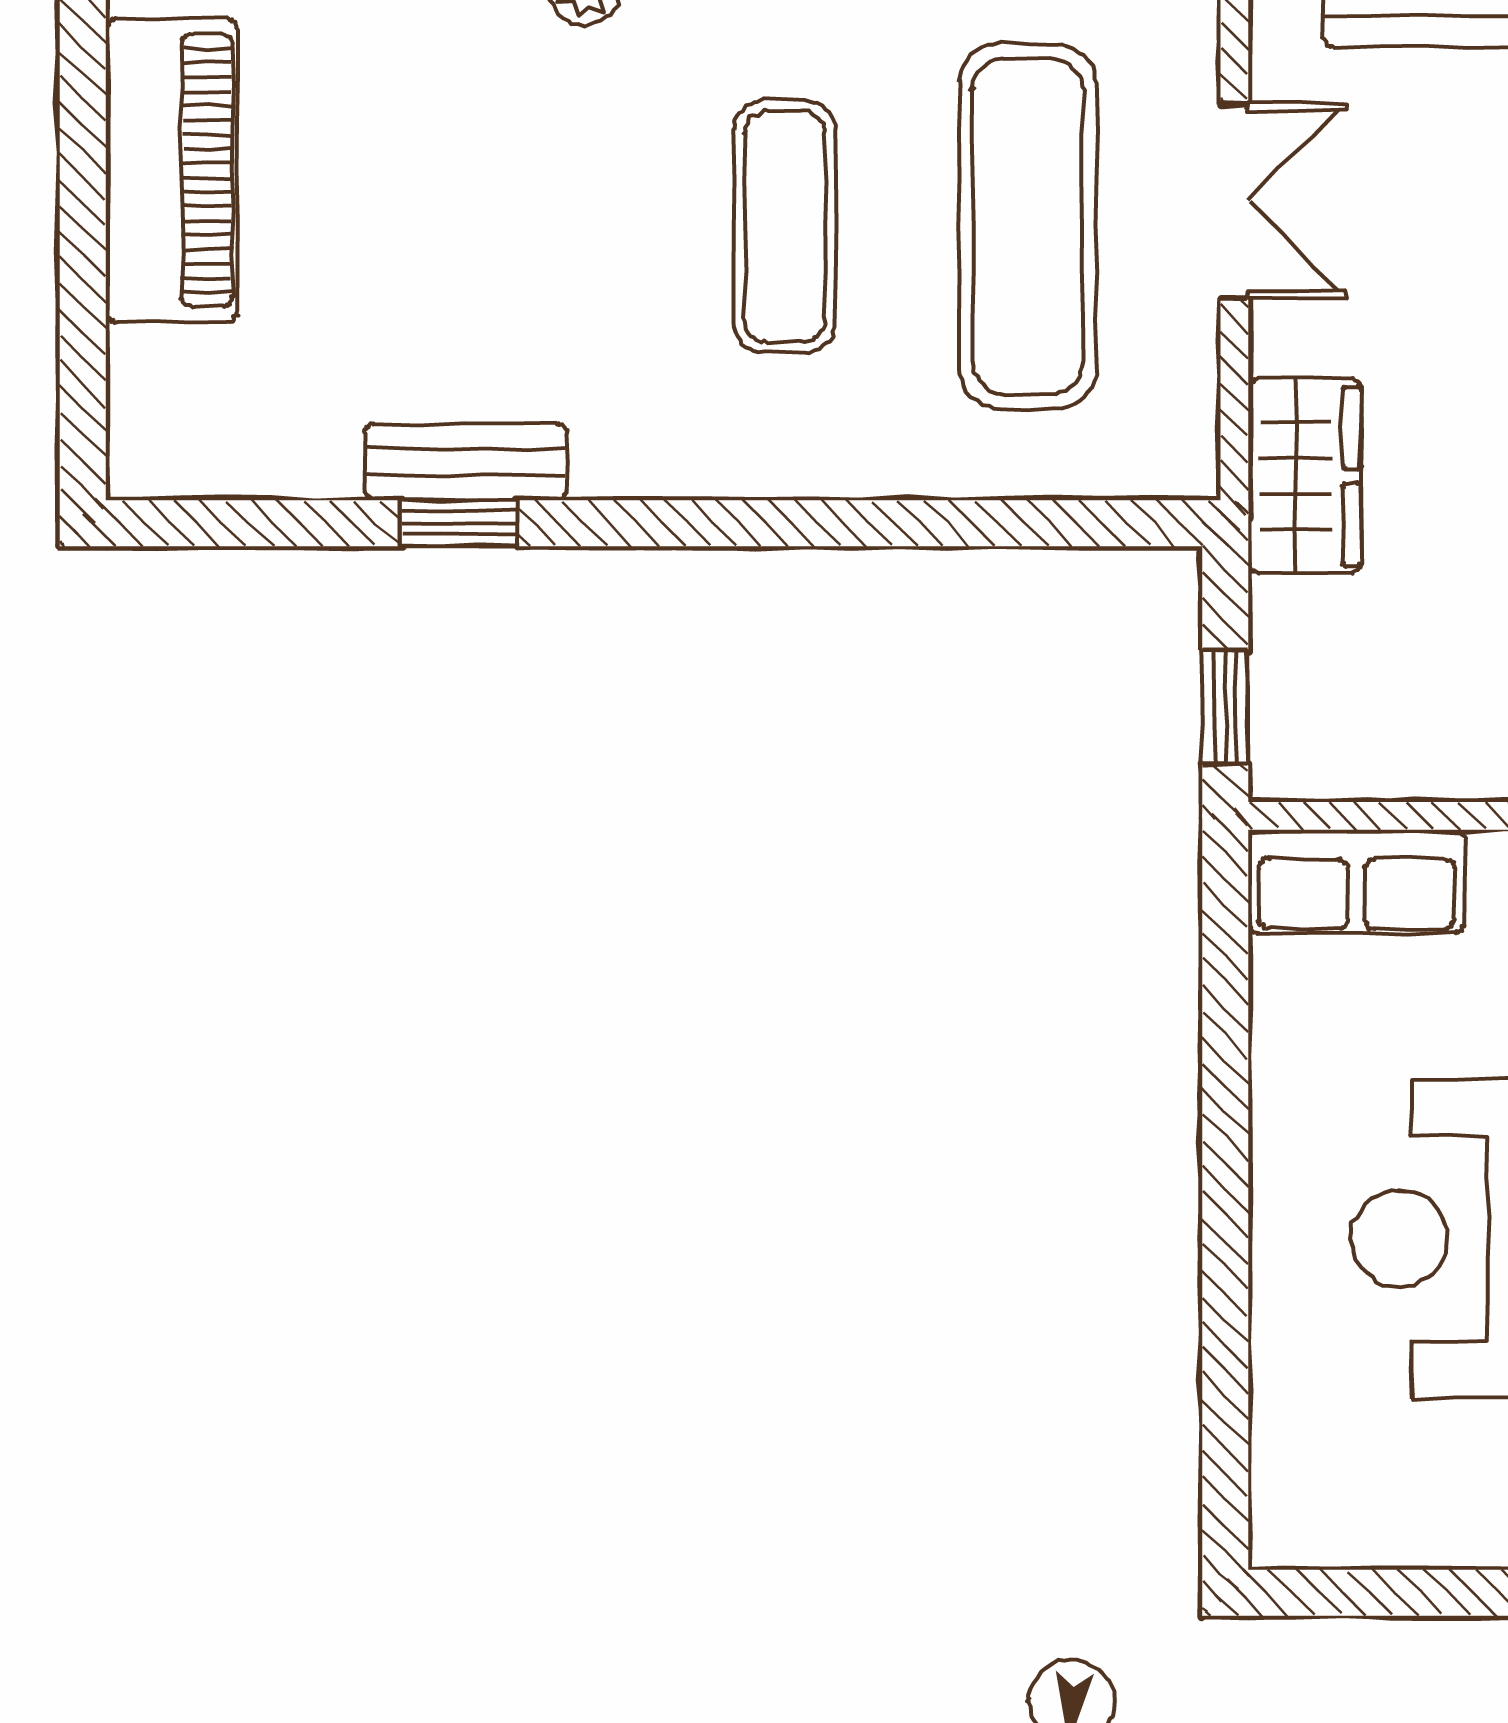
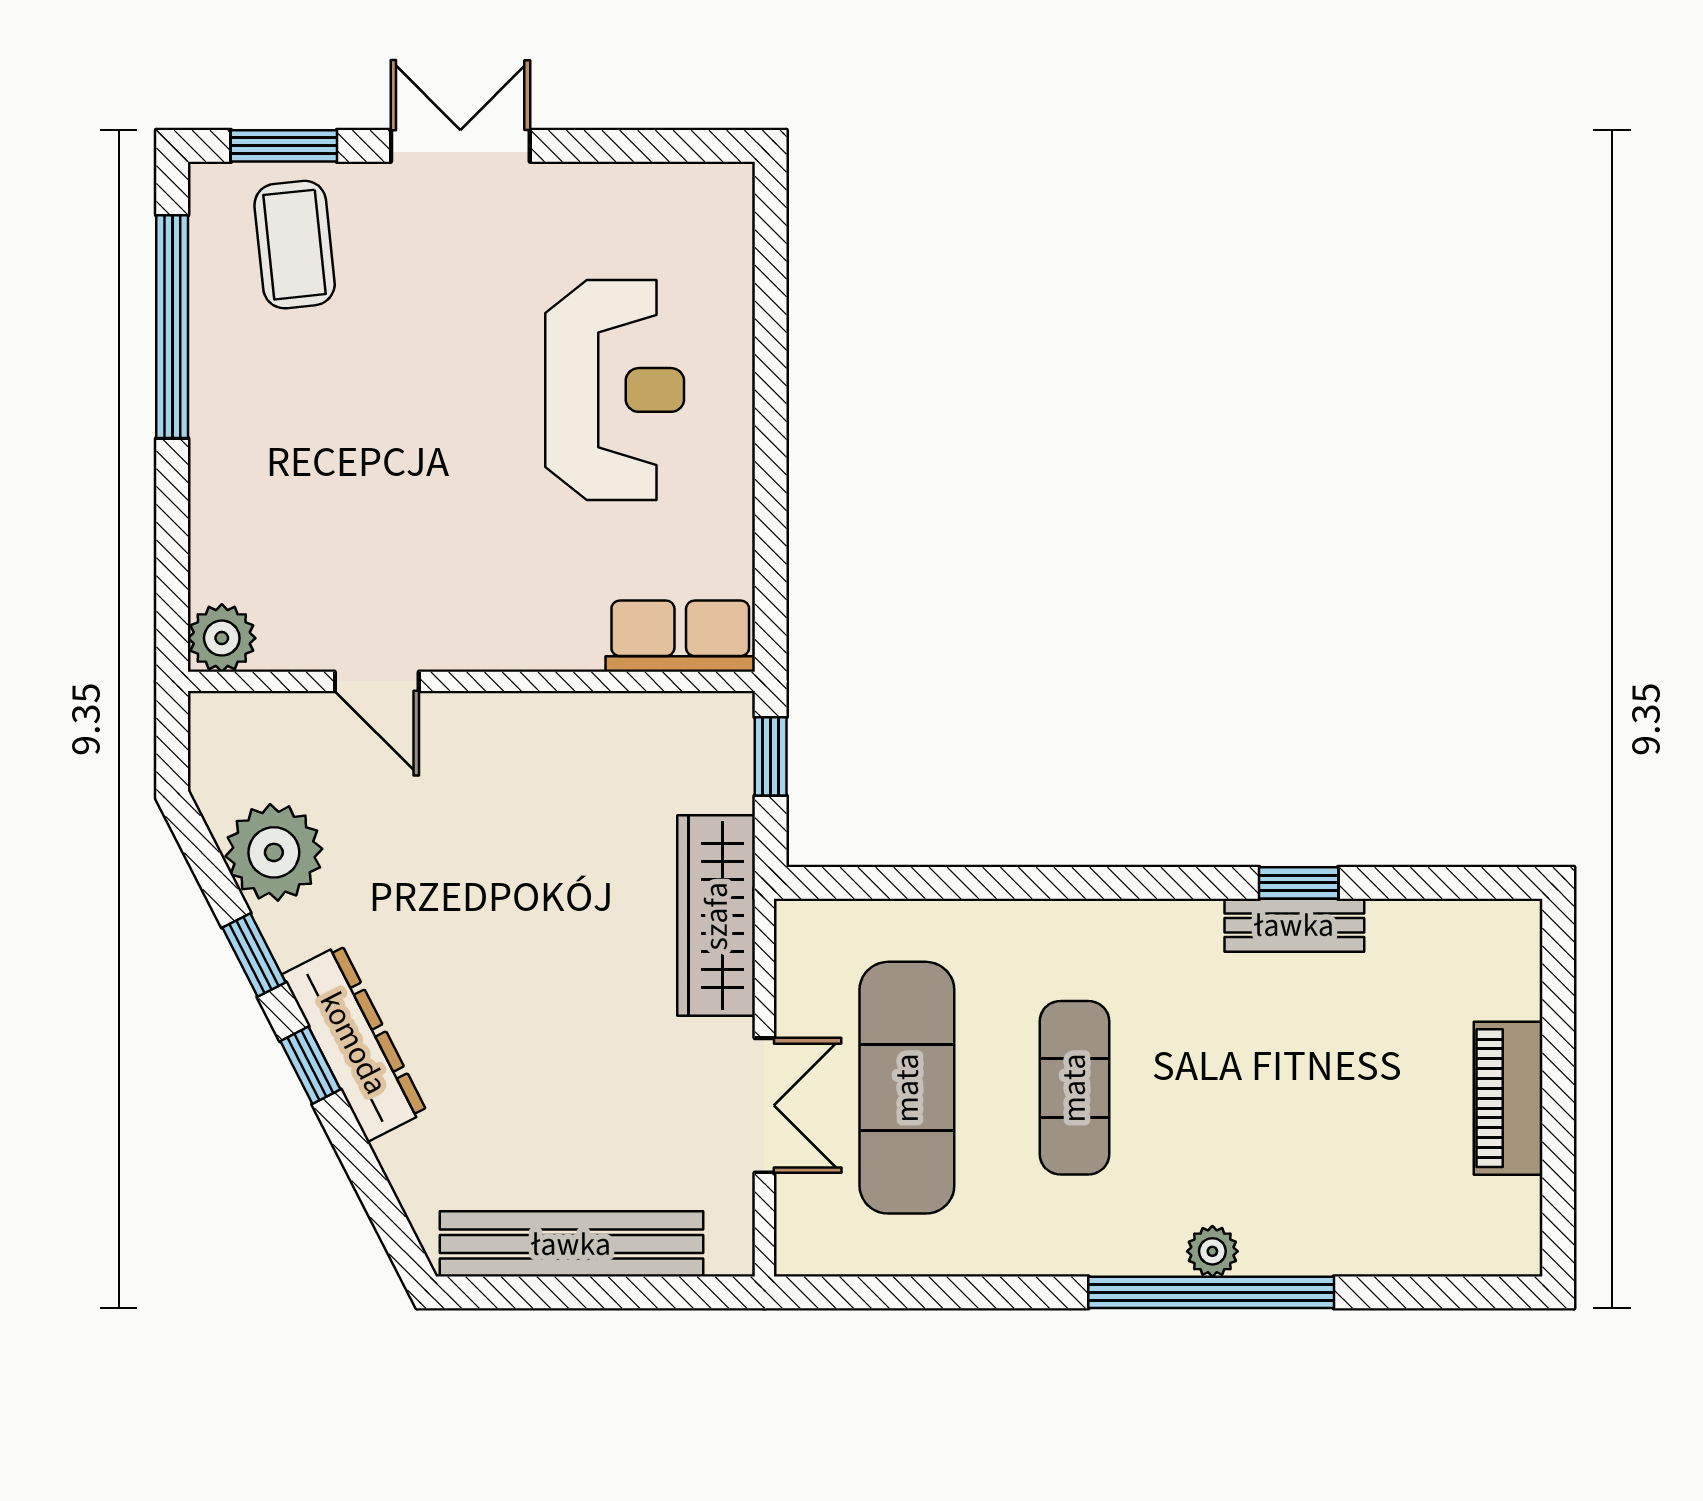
piano: (172, 170) -> (1508, 1098), width x0.73, depth x0.75
double door: (1234, 201) -> (764, 1105), swing flipped
wardrobe: (1304, 476) -> (716, 916), width x1.50

